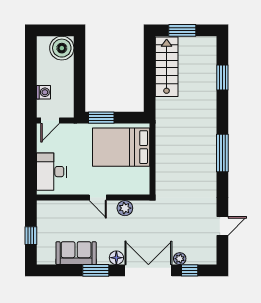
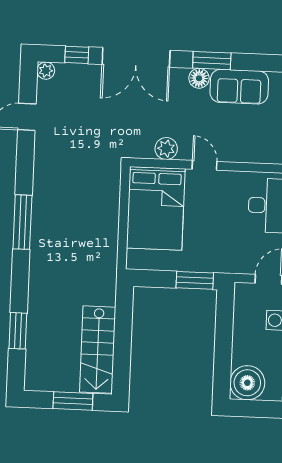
bed: (121, 147) -> (156, 208), moved, turned 90
floor lamp: (116, 258) -> (199, 78), moved
plant: (180, 259) -> (46, 71), moved

